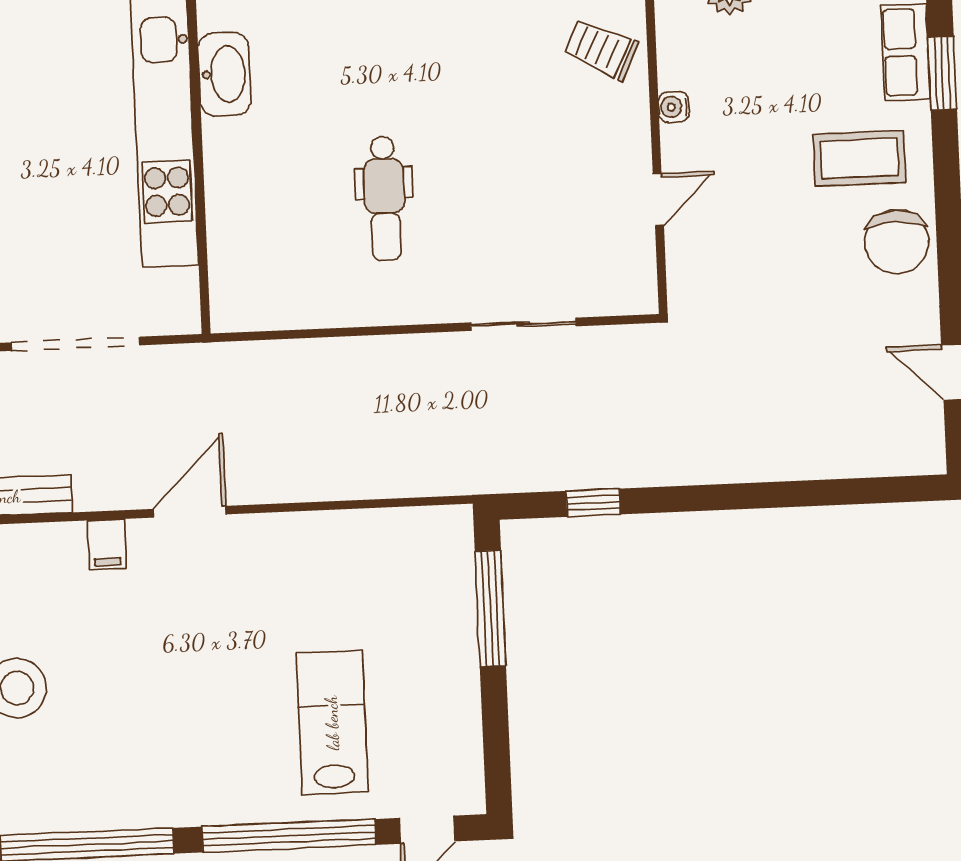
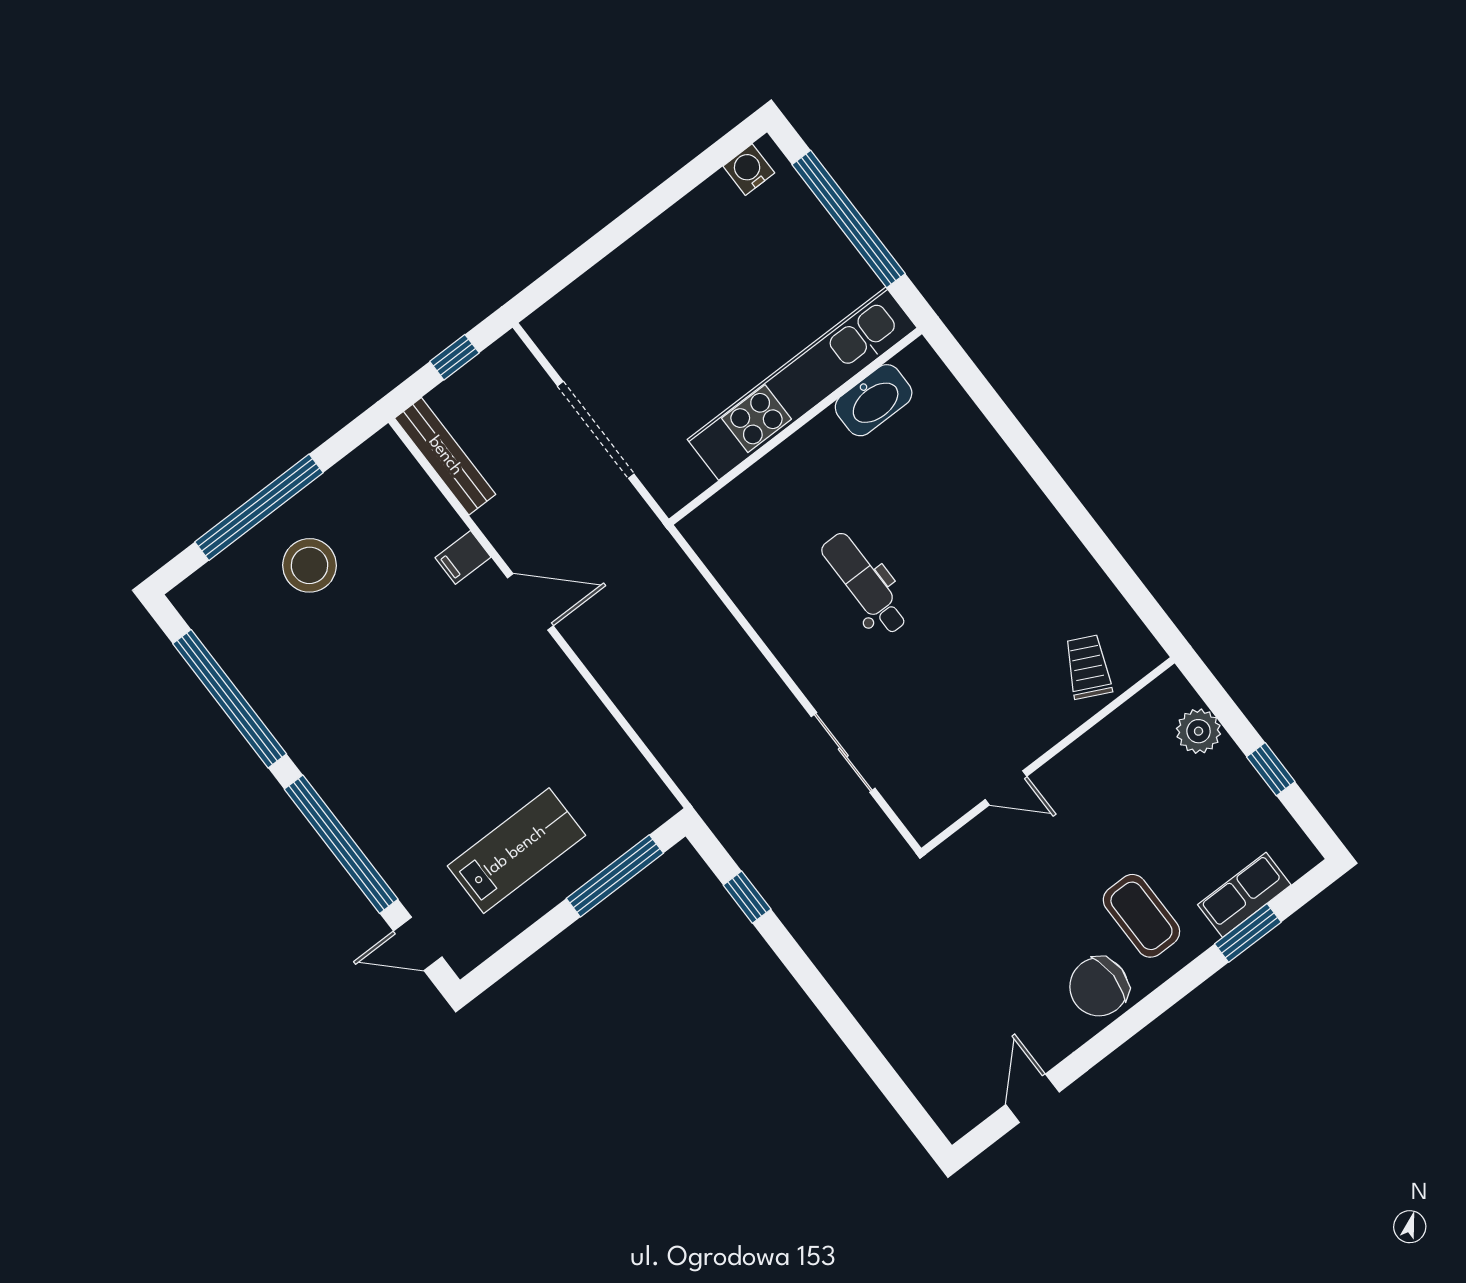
water cooler: (674, 107) -> (1083, 751), removed
dental chair: (384, 198) -> (865, 584), turned 90
lab bench: (332, 723) -> (516, 851), moved

